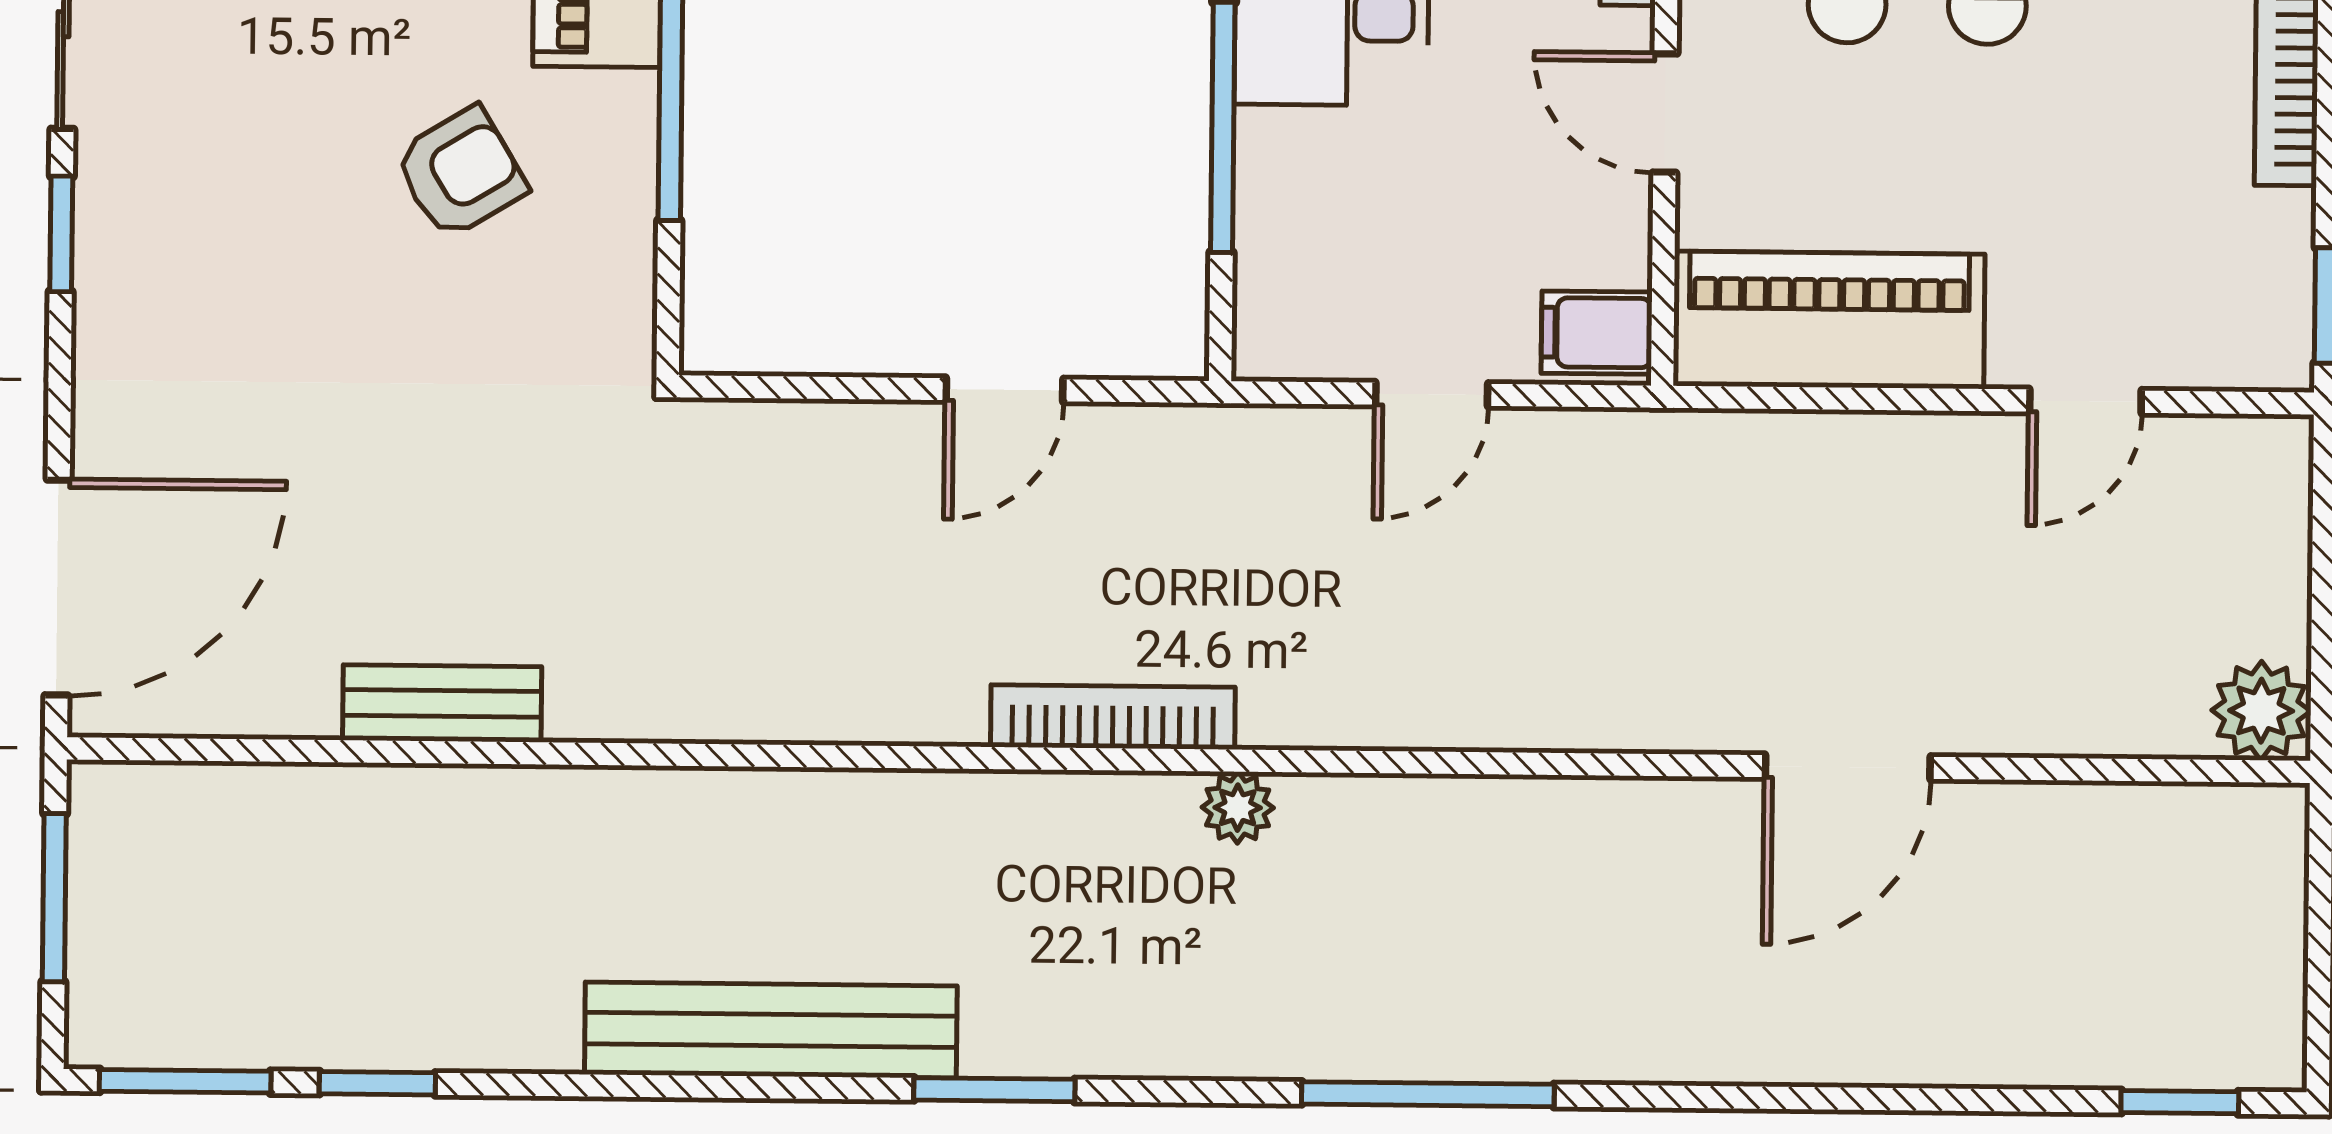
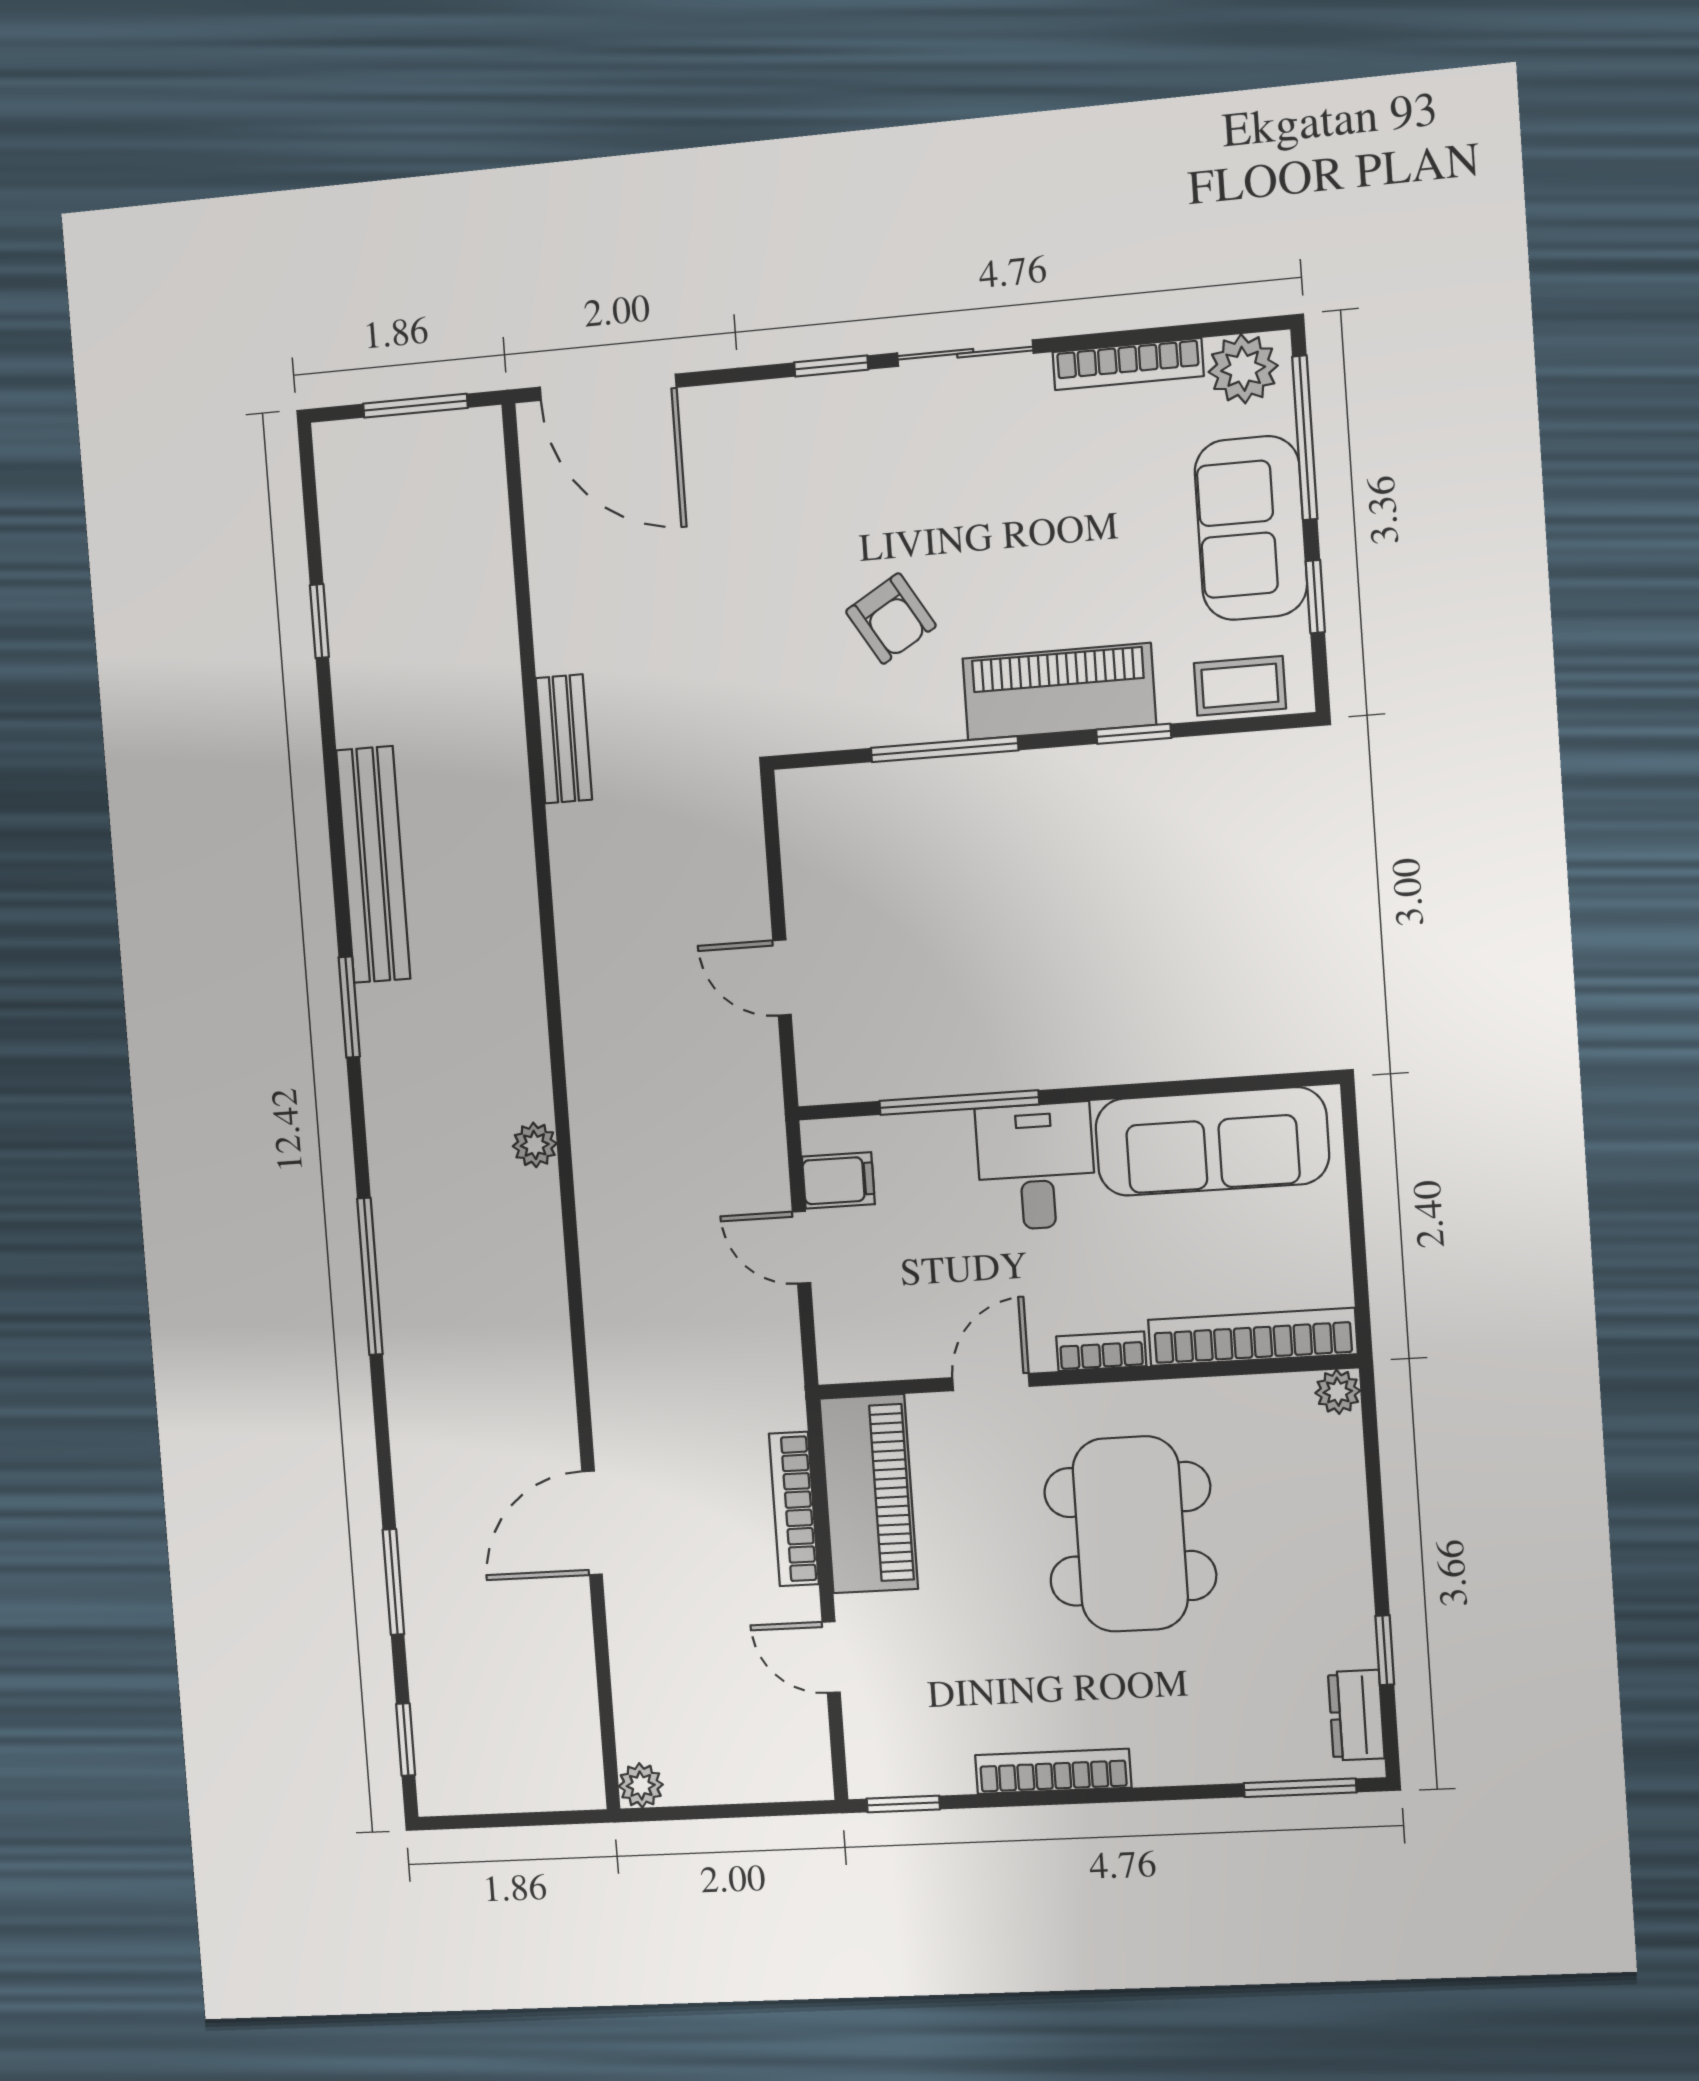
filing cabinet: (1597, 333) -> (838, 1180), moved, turned 90
bench: (442, 703) -> (564, 739), moved
plant: (2261, 711) -> (641, 1785), width x0.73, depth x0.73
bookcase: (1113, 717) -> (794, 1509), moved, turned 180
door: (1848, 767) -> (592, 1523), hinge flipped
window: (185, 1081) -> (393, 1582), moved

